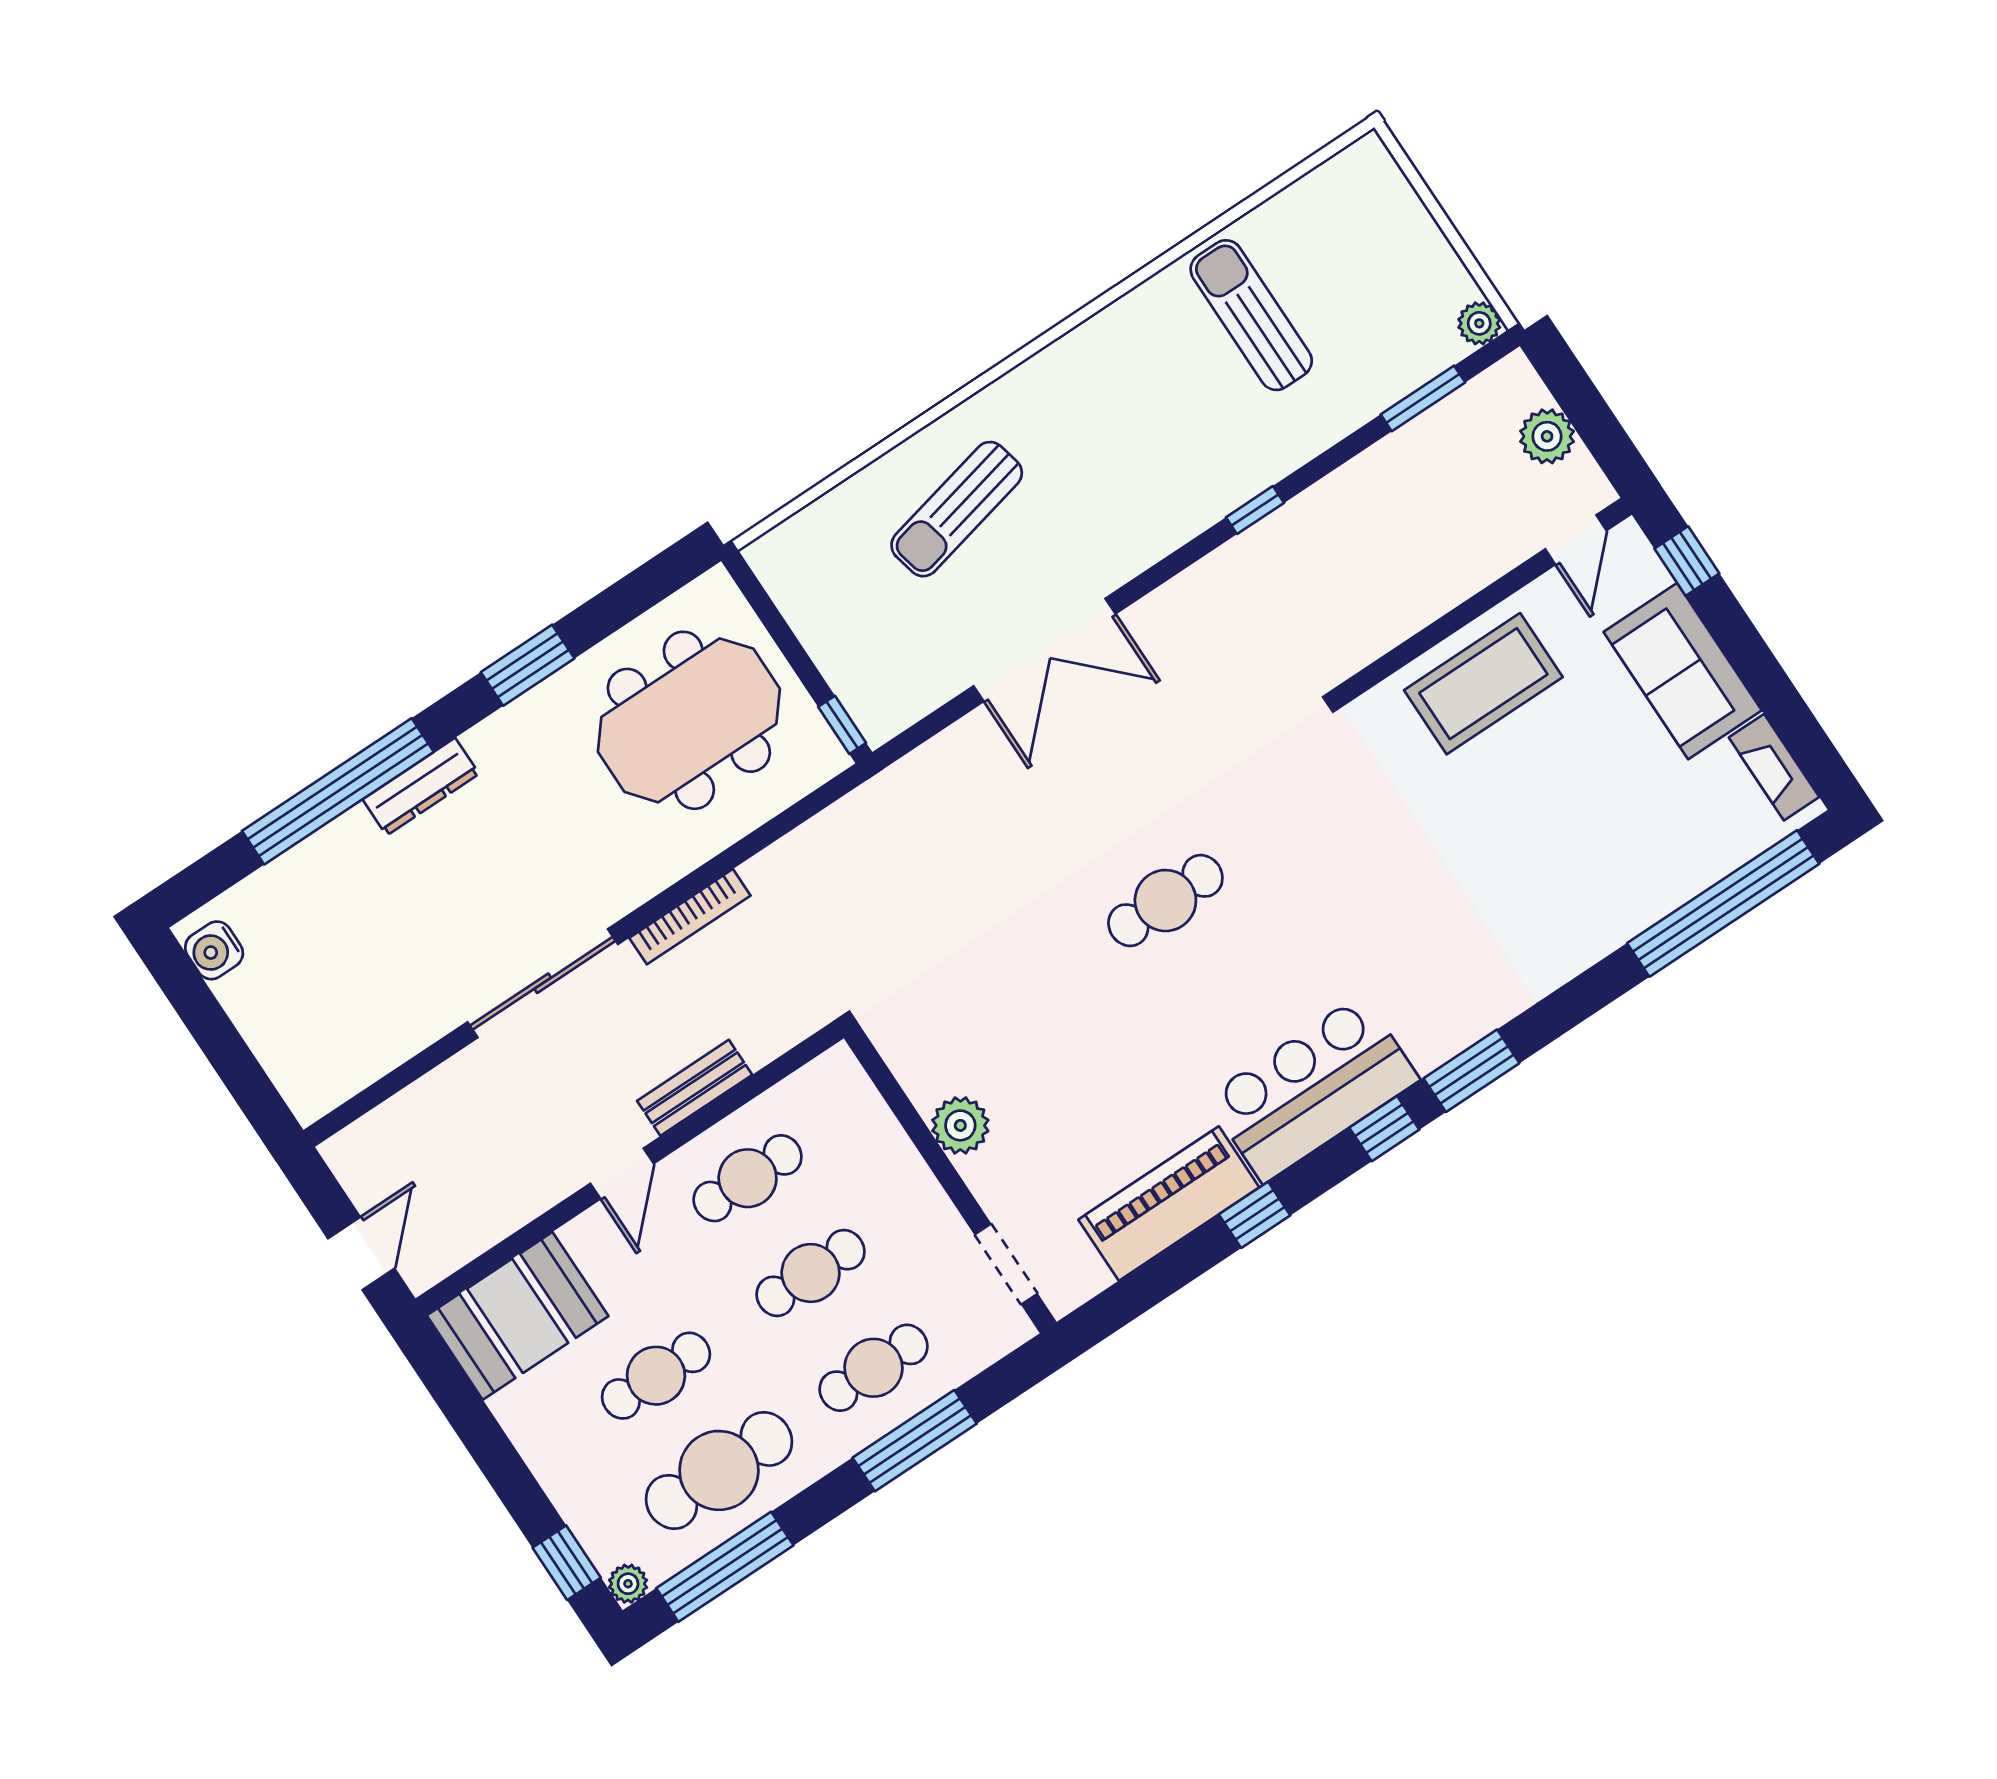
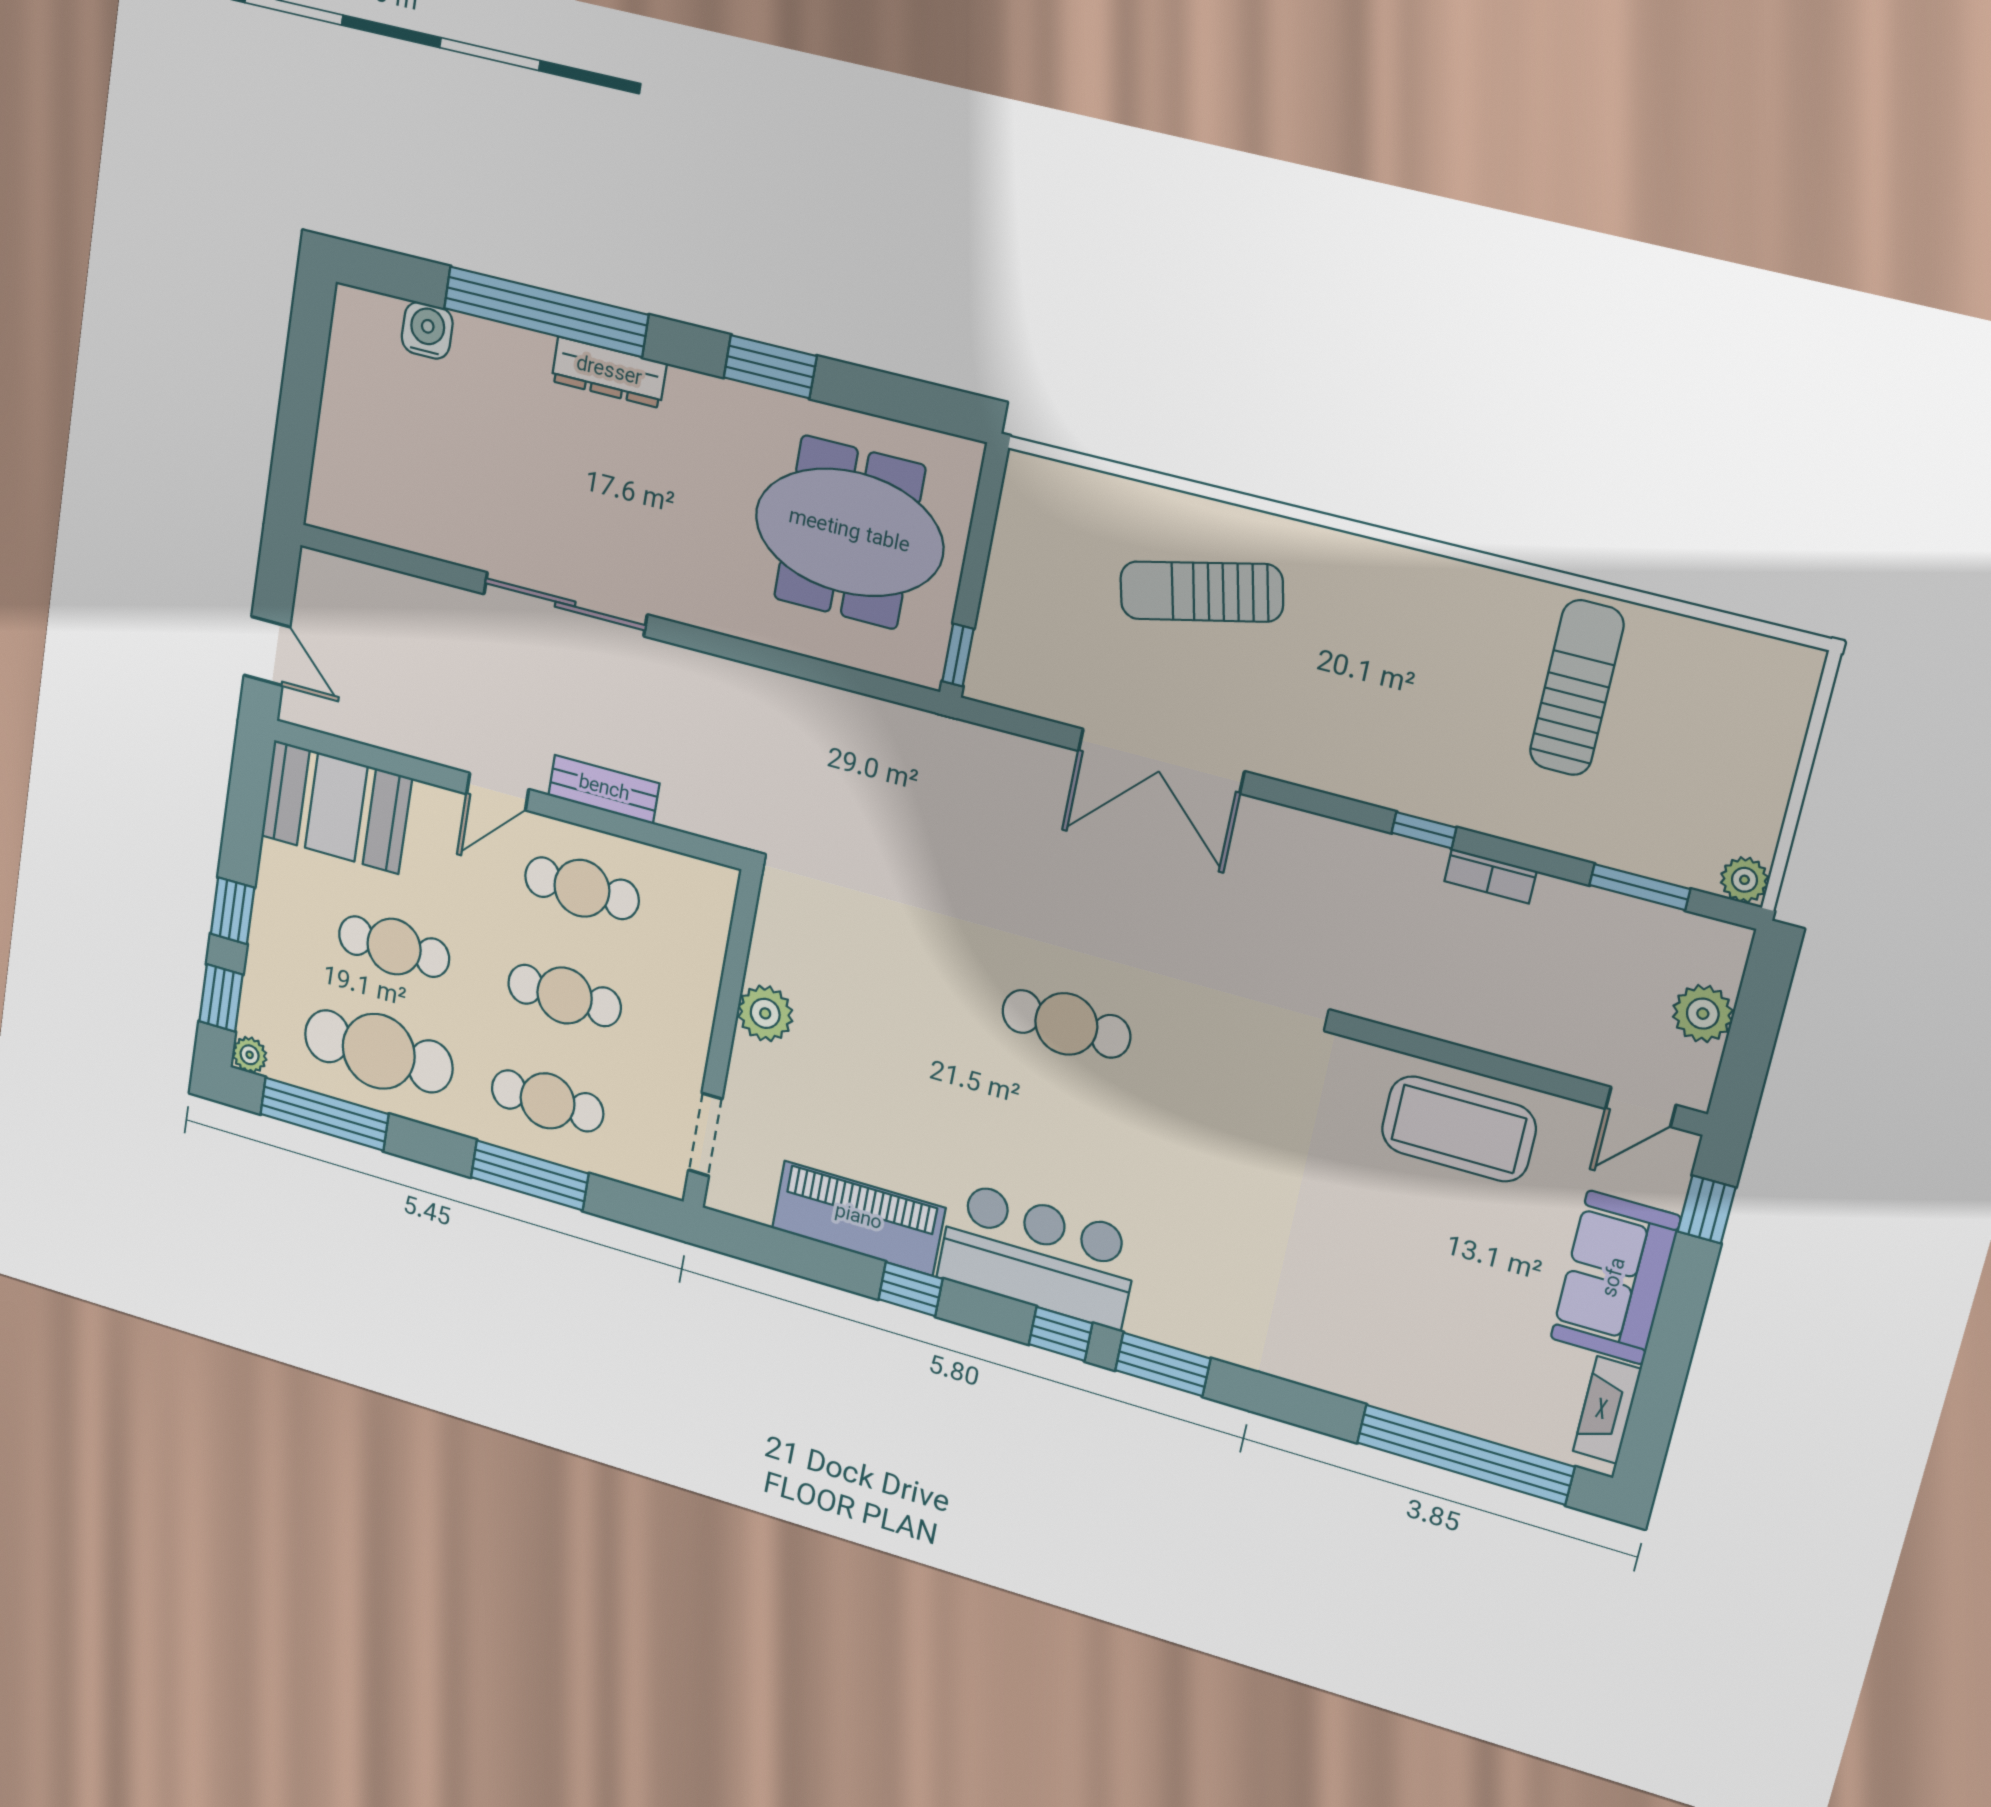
bookcase: (690, 917) -> (1490, 876), moved, width x0.64
water cooler: (214, 950) -> (427, 330), moved, turned 90
door: (361, 1254) -> (267, 651), hinge flipped
window: (514, 1483) -> (233, 911), added

